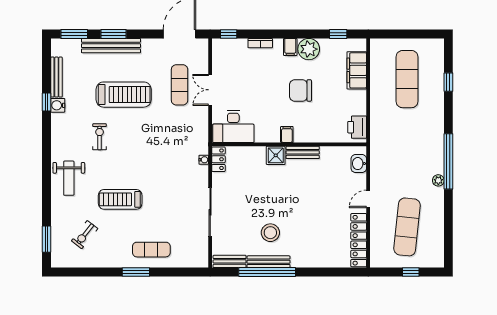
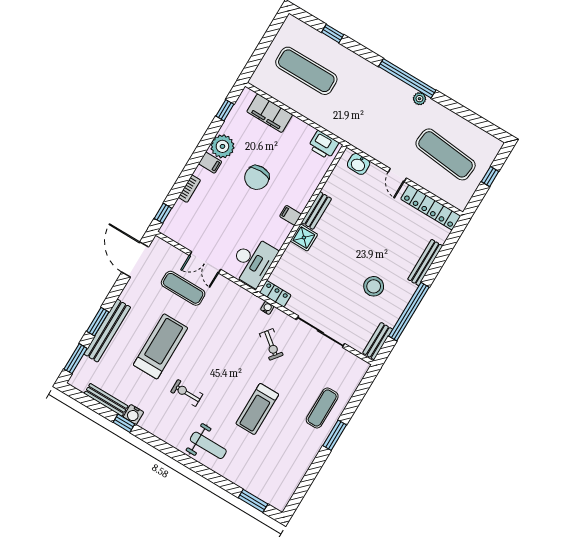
exercise bike: (85, 235) -> (271, 344), moved
bench: (269, 262) -> (425, 263), moved

